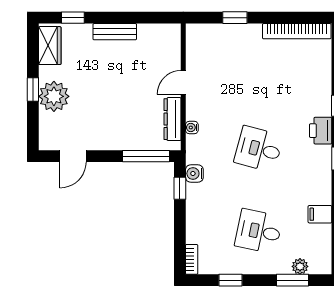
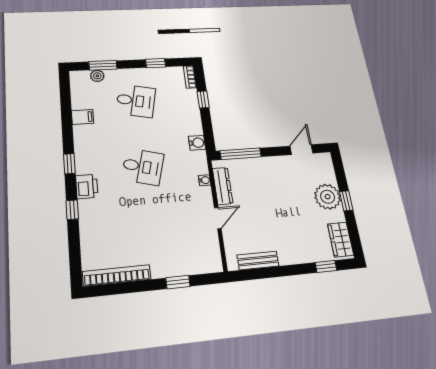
bench: (115, 32) -> (258, 260), moved
window: (180, 188) -> (203, 99), moved

